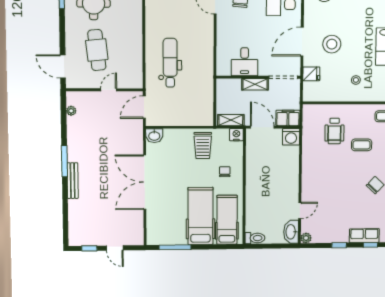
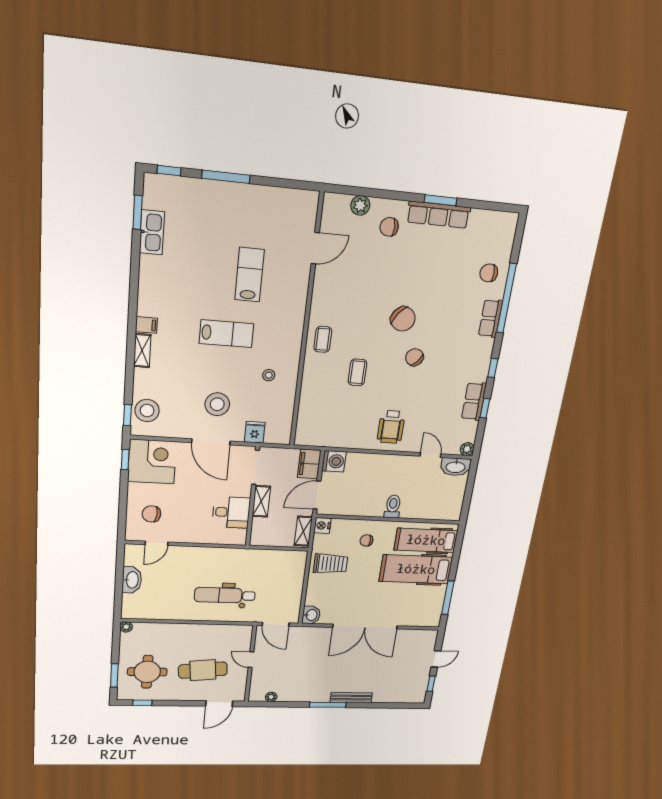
wheelchair: (334, 131) -> (391, 427), moved, turned 90
row of seats: (364, 236) -> (474, 401), moved
toilet: (255, 238) -> (393, 507), moved

